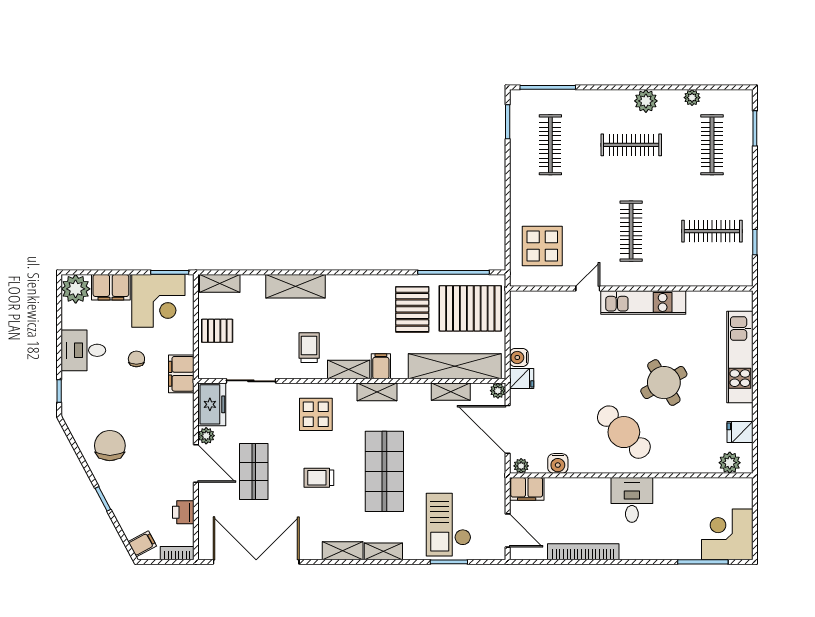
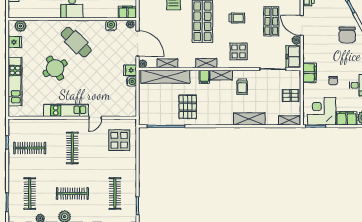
pallet: (470, 308) -> (157, 107), removed

